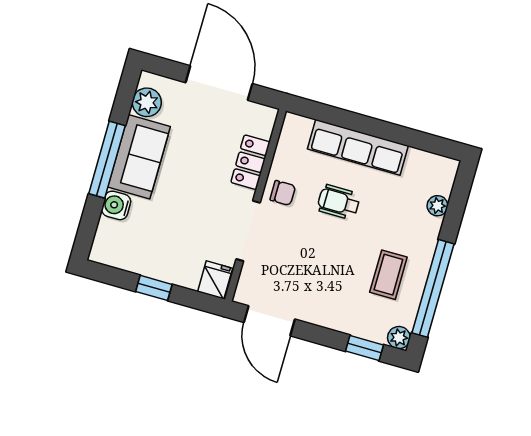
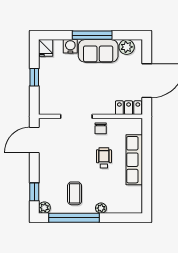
locker: (250, 162) -> (129, 108), moved
plant: (437, 206) -> (101, 208), moved
coffee table: (388, 275) -> (75, 193), turned 90
fridge: (215, 280) -> (46, 48), moved, turned 90

